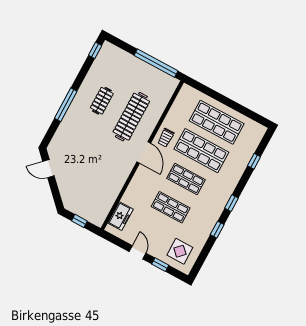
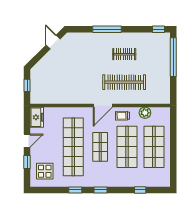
window: (156, 63) -> (173, 57), moved
plant: (175, 112) -> (145, 113), added
shop shelf: (171, 207) -> (73, 147), width x2.00, depth x1.36
freezer: (121, 216) -> (37, 117), moved, turned -90

